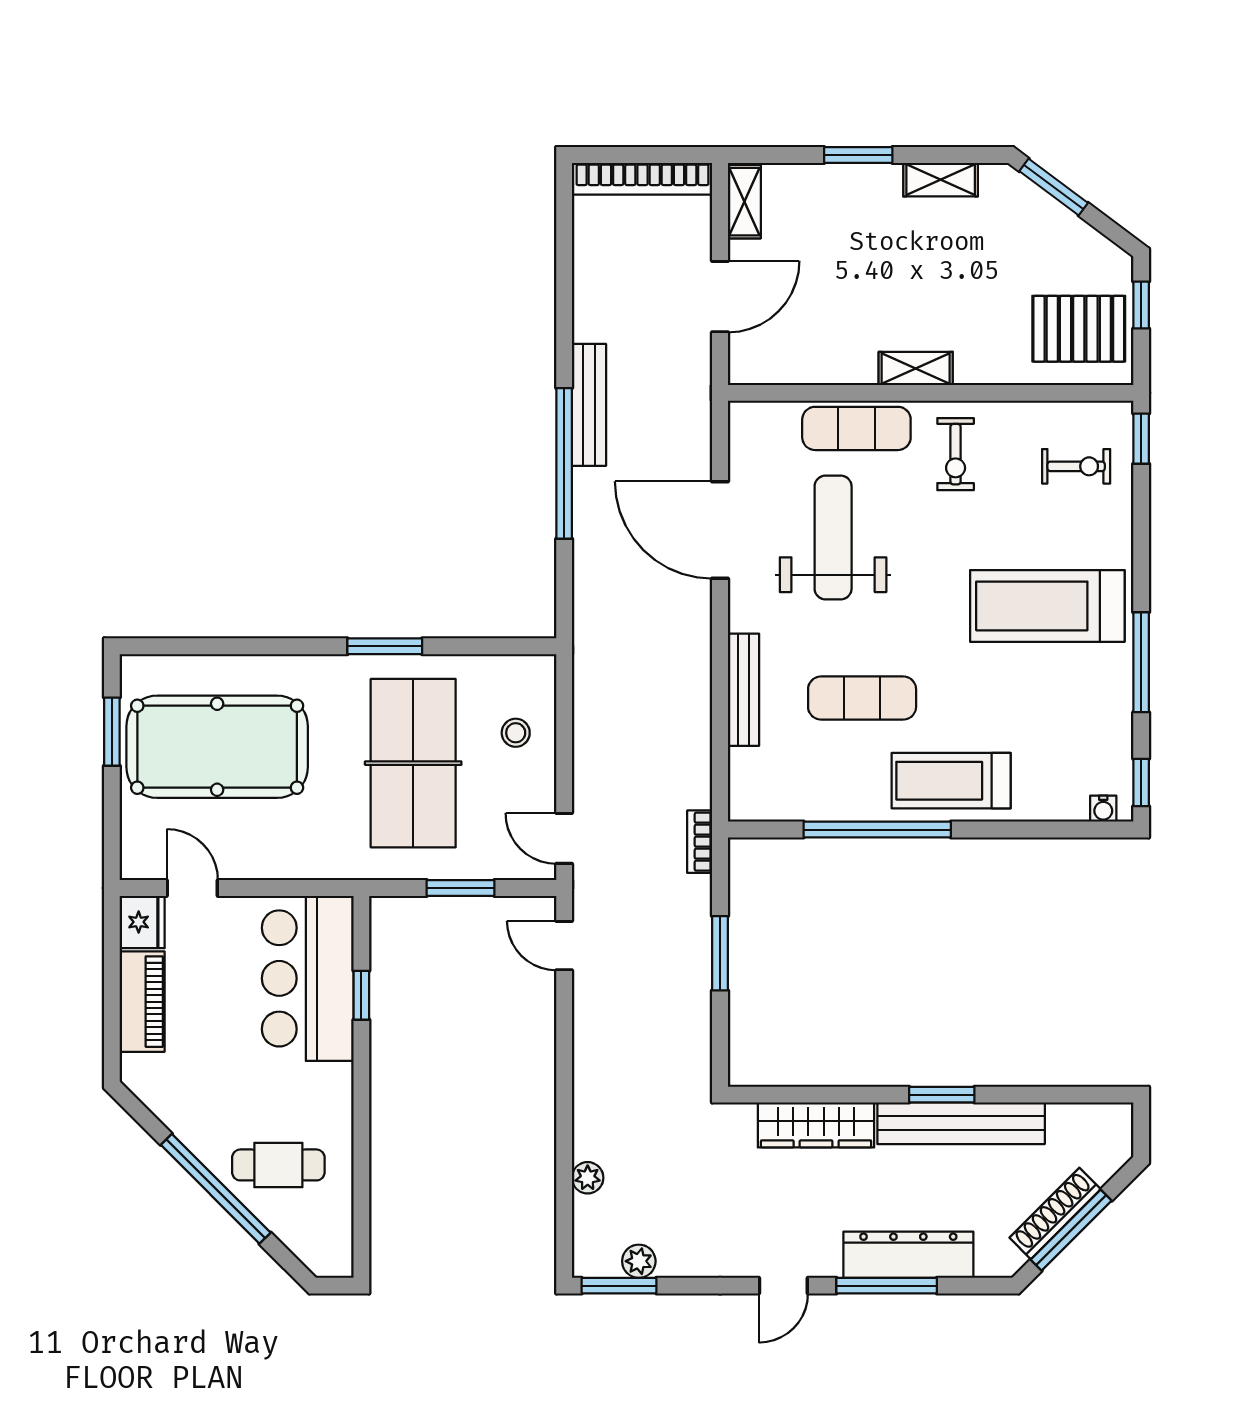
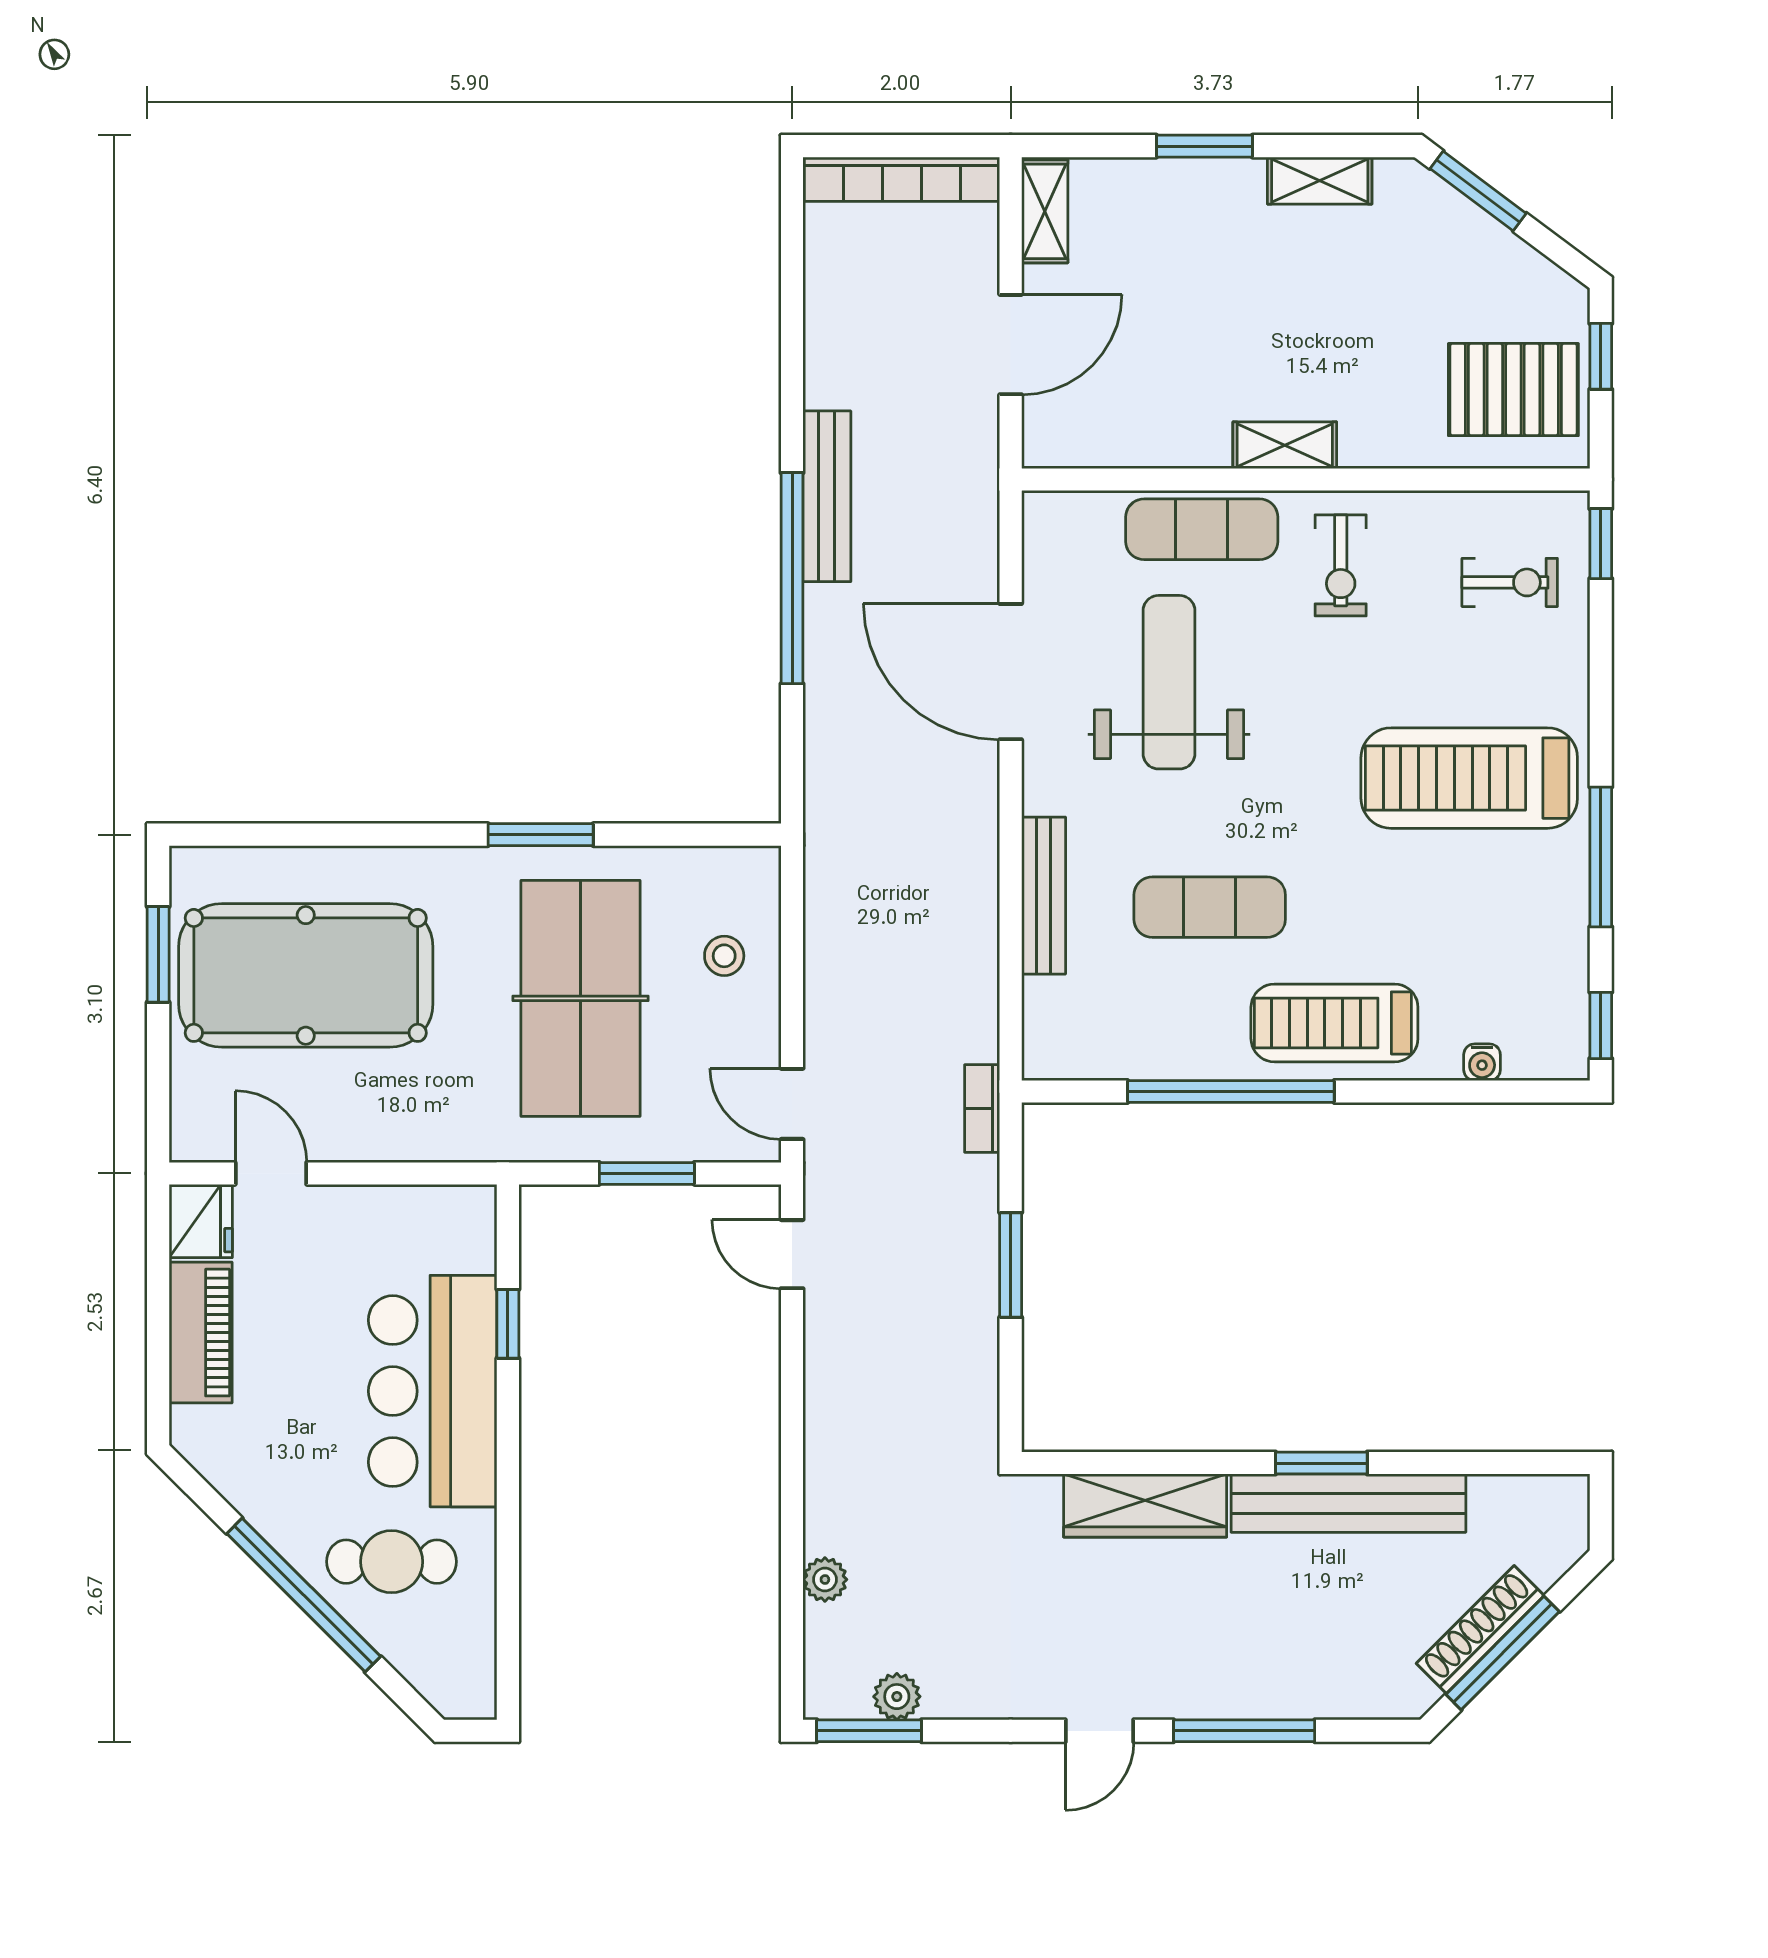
water cooler: (1103, 809) -> (1482, 1062), moved
bar counter: (308, 978) -> (433, 1391), moved
dresser: (908, 1255) -> (1275, 1687), removed

